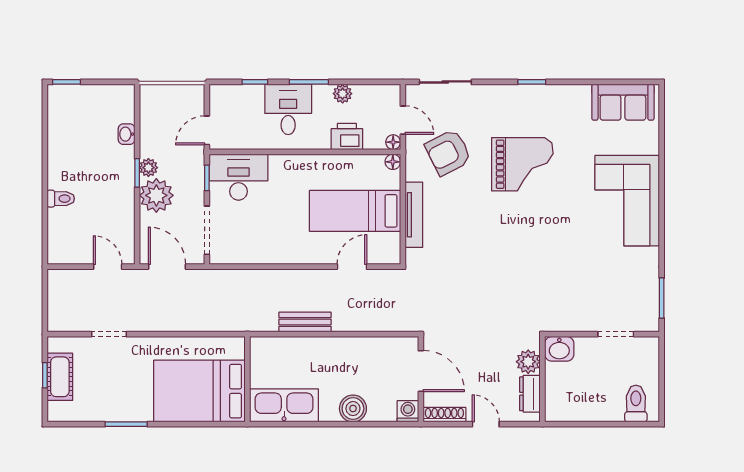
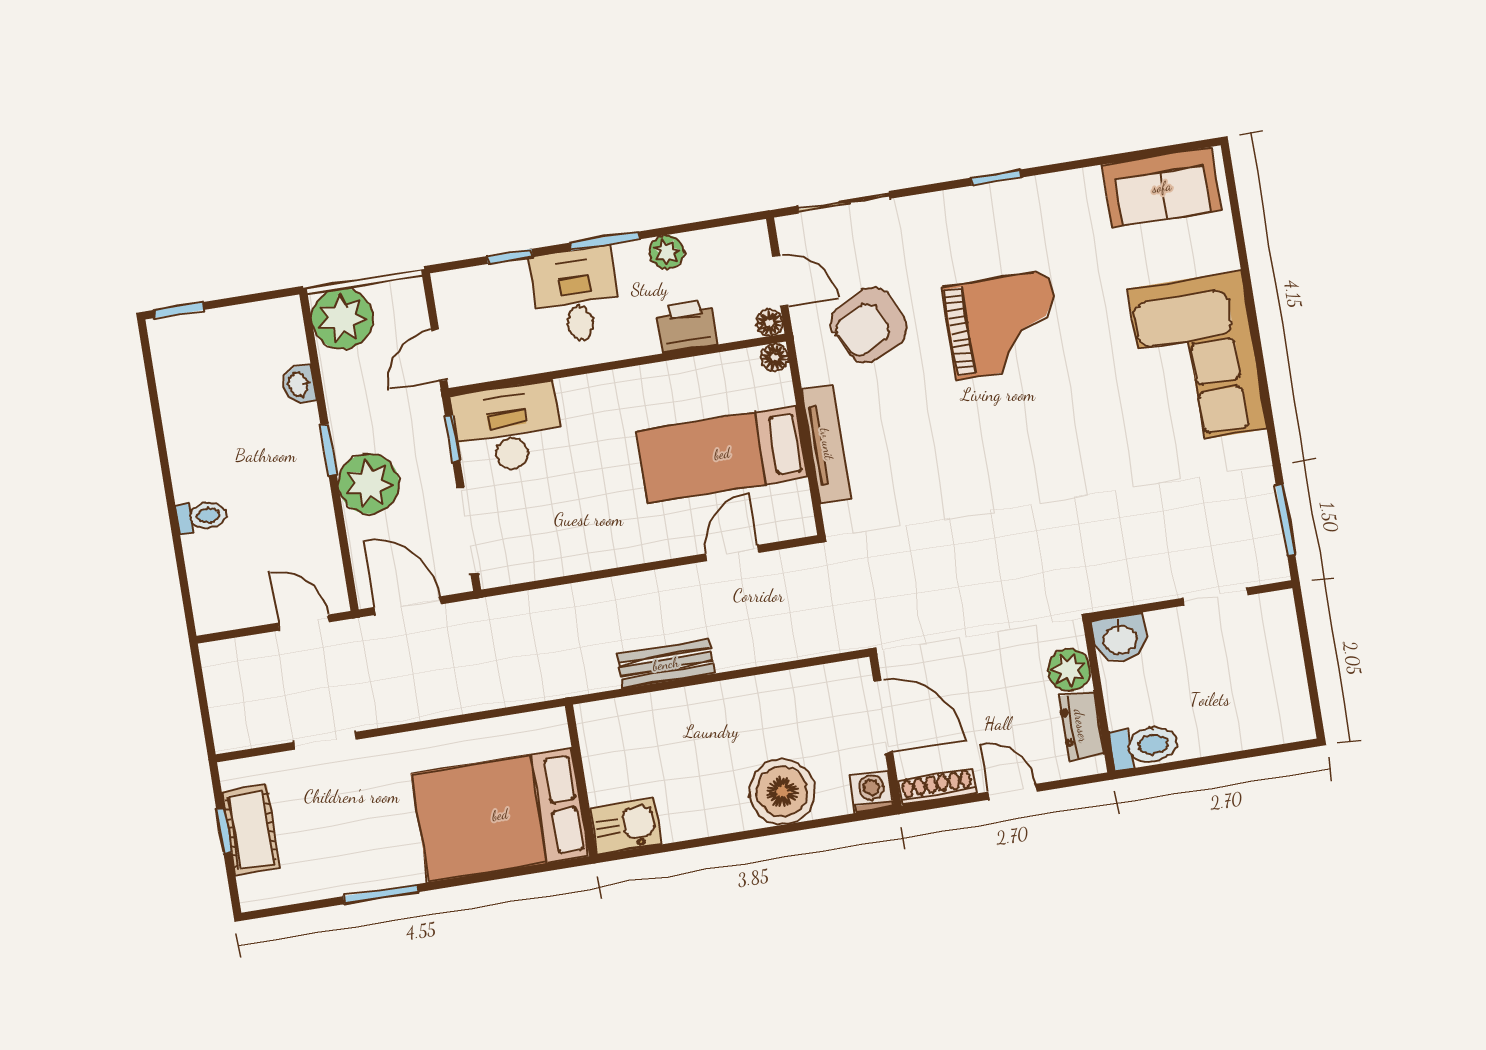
plant: (148, 168) -> (342, 319), moved, width x1.88, depth x1.88
toilet: (636, 404) -> (1144, 746), moved, turned 90
kitchen sink: (284, 405) -> (626, 826), width x0.53, depth x0.81
boiler: (353, 409) -> (782, 792), width x1.37, depth x1.37

